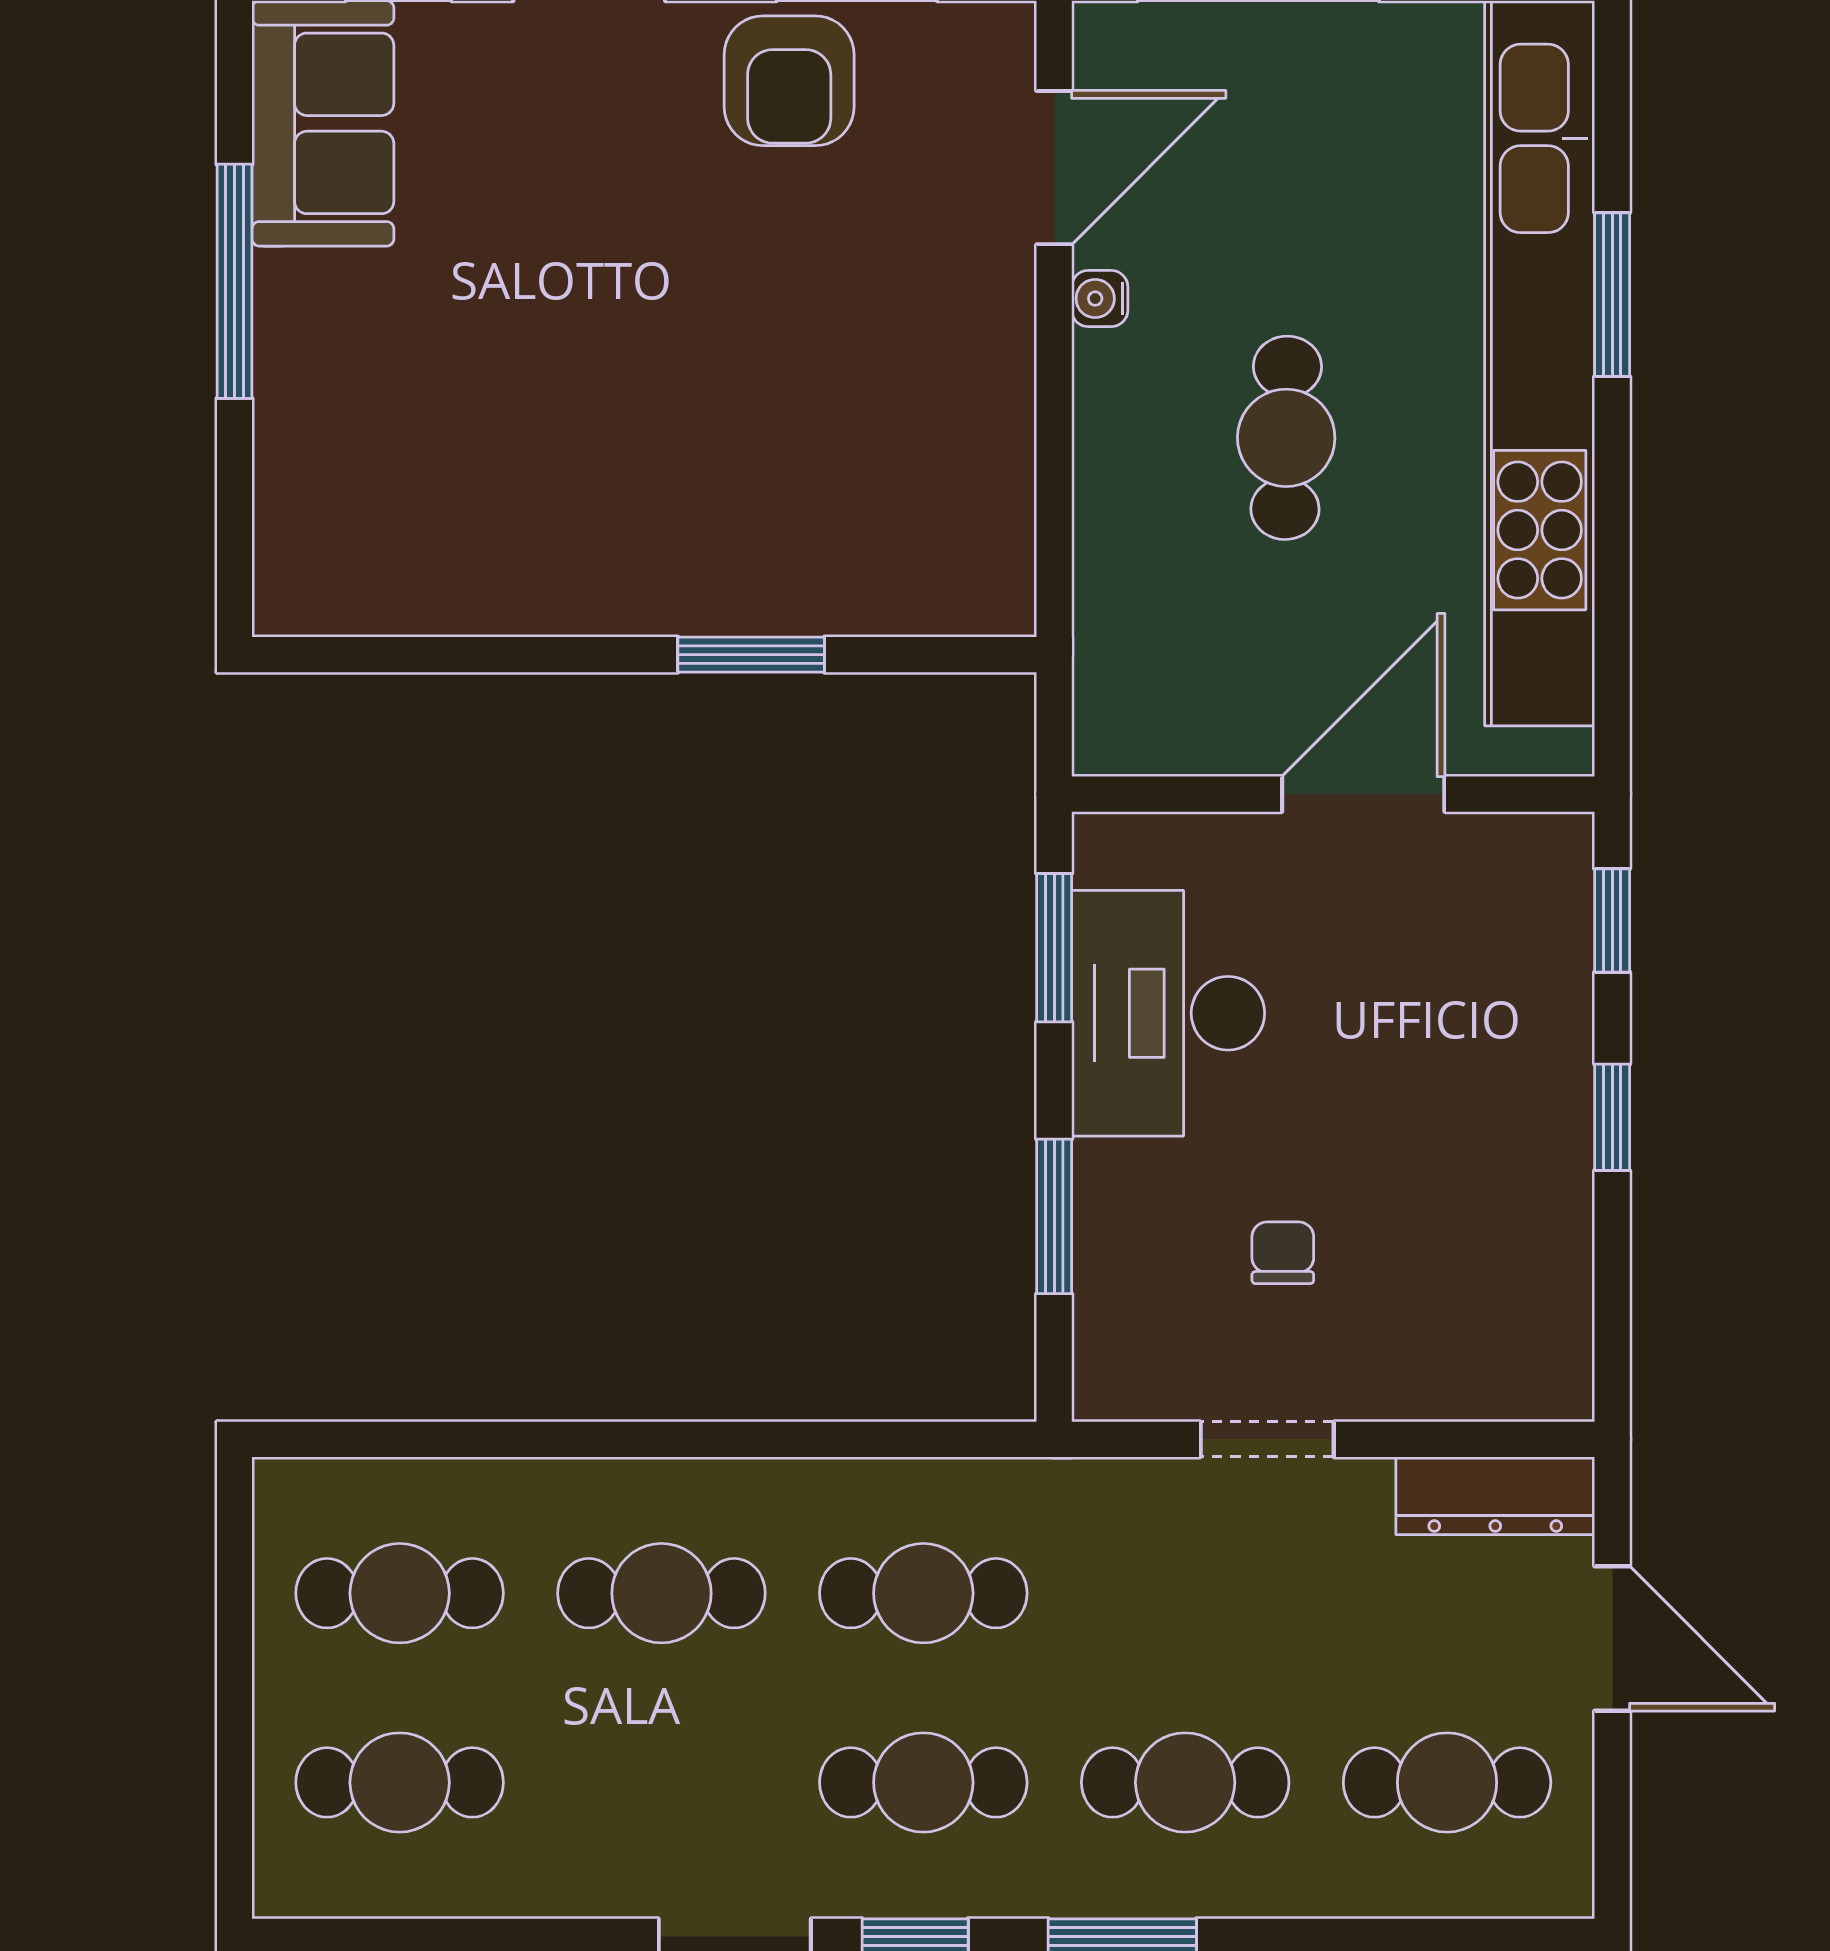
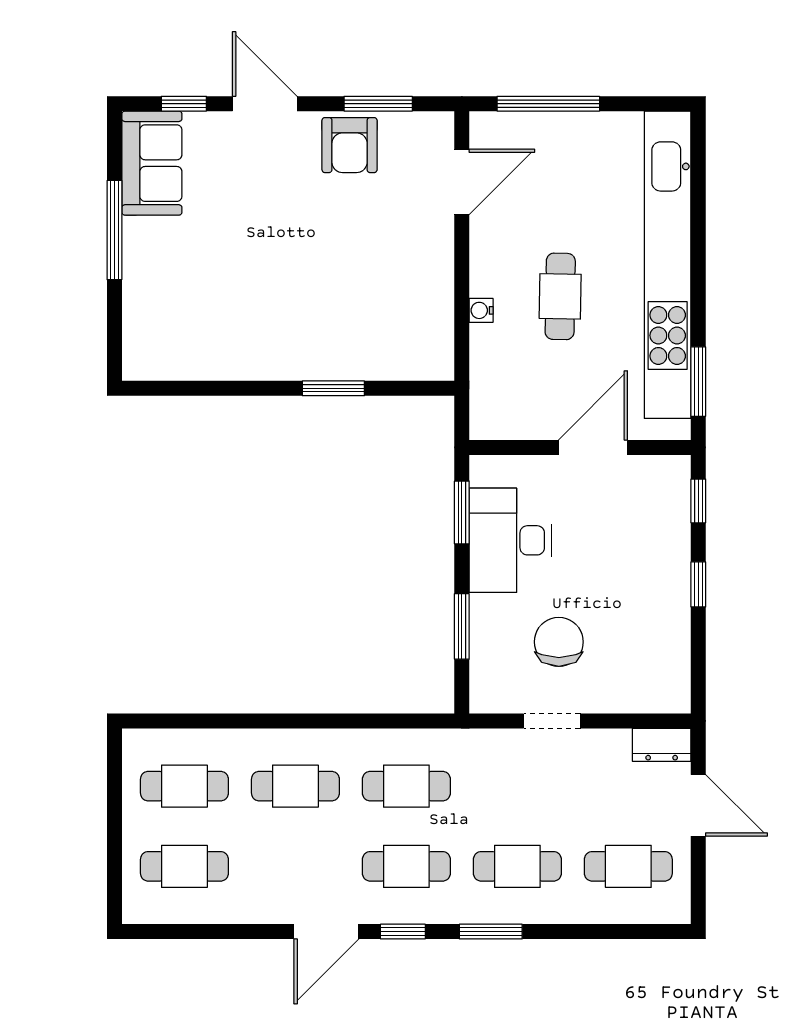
window: (1612, 295) -> (698, 382), moved
water cooler: (1100, 299) -> (481, 310), moved
chair: (1283, 1253) -> (559, 642), width x1.87, depth x1.87
dresser: (1495, 1496) -> (662, 745), width x0.70

